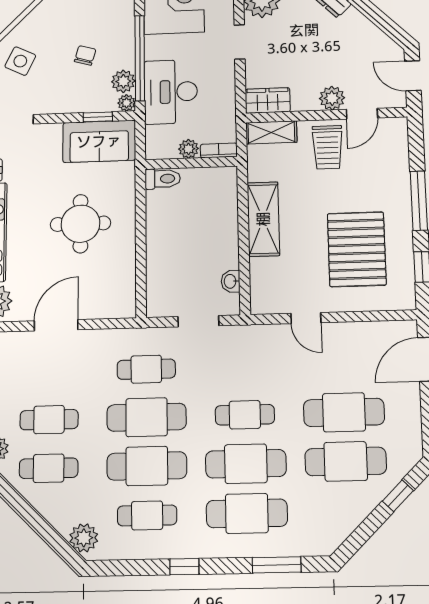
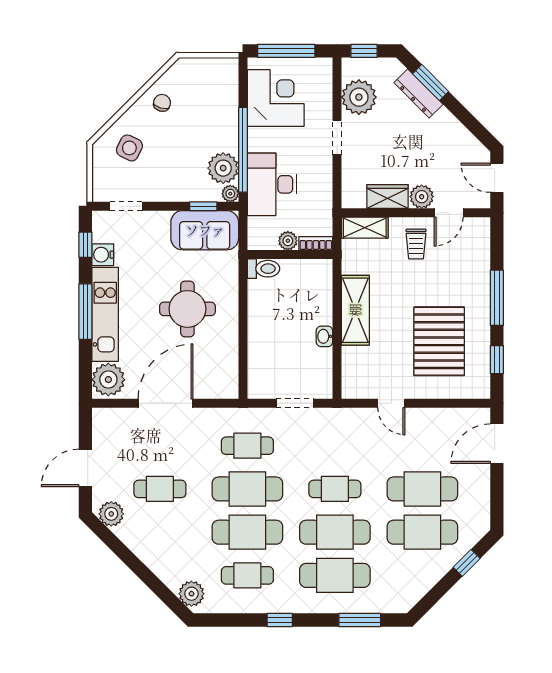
chair: (85, 55) -> (162, 103), moved
plant: (123, 81) -> (223, 168), width x1.36, depth x1.36
wardrobe: (268, 100) -> (388, 197), moved
trolley: (328, 147) -> (416, 244), width x0.73, depth x0.72
washbasin: (231, 281) -> (324, 336), moved
door: (56, 325) -> (166, 403), width x1.36
cafe table: (49, 468) -> (160, 532), removed

